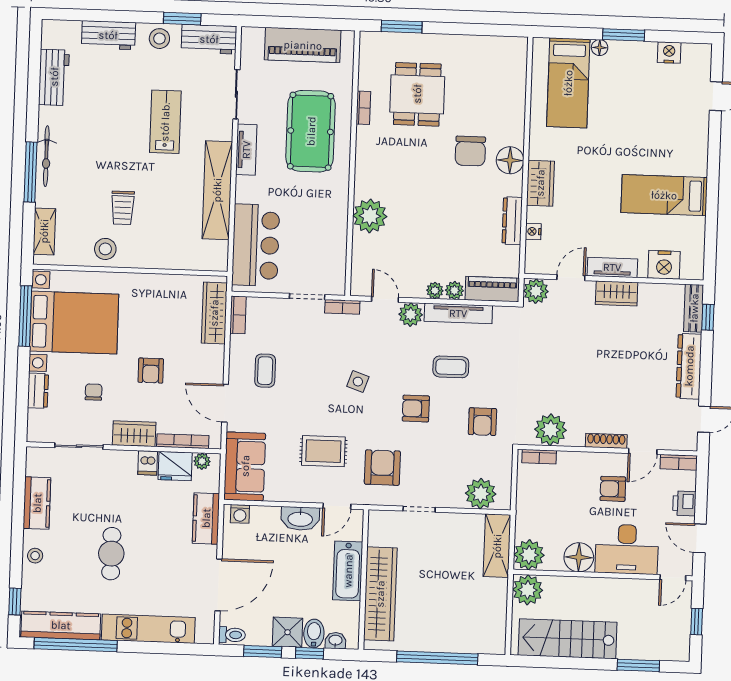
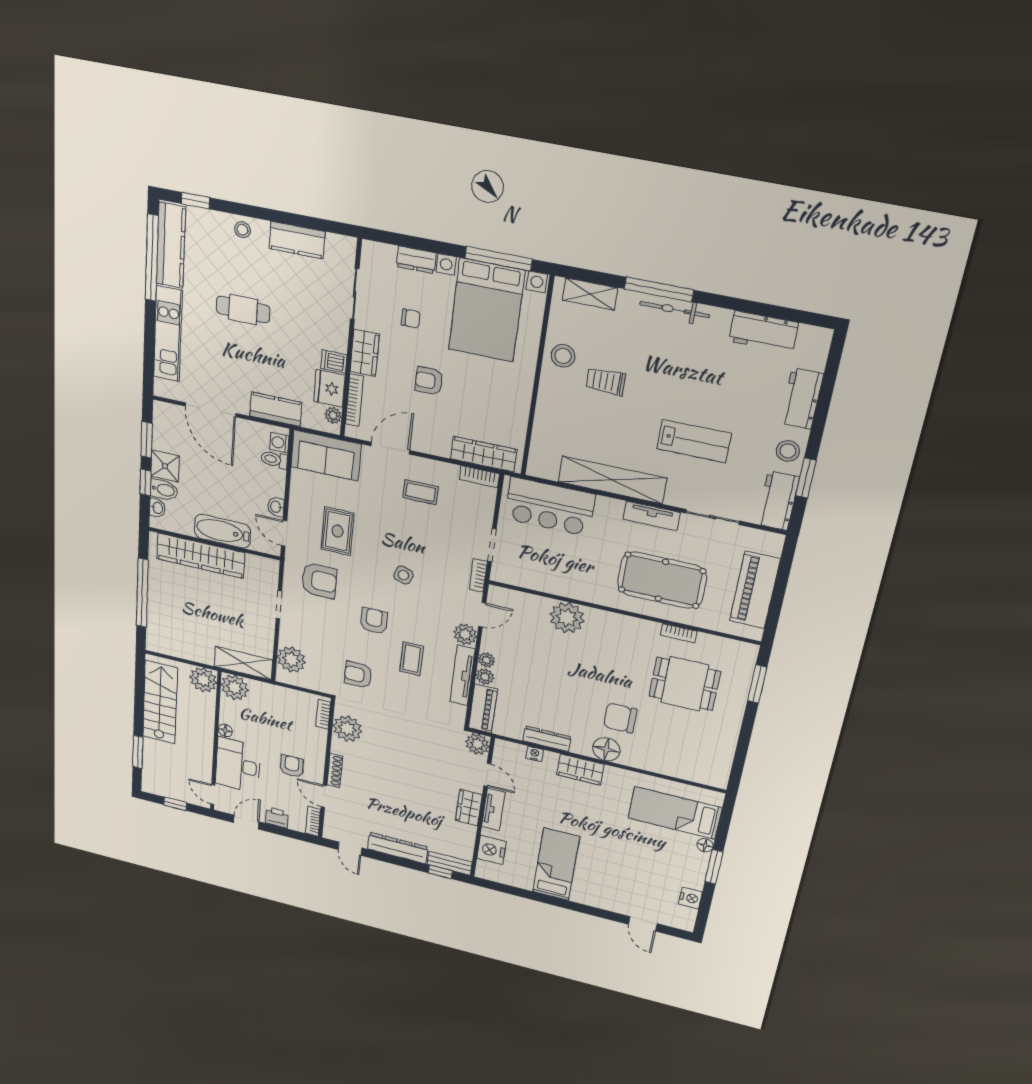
washbasin: (300, 519) -> (276, 507), width x0.52, depth x0.69
floor lamp: (579, 557) -> (225, 730), width x0.53, depth x0.53
toilet: (232, 635) -> (274, 460), moved, turned 90

